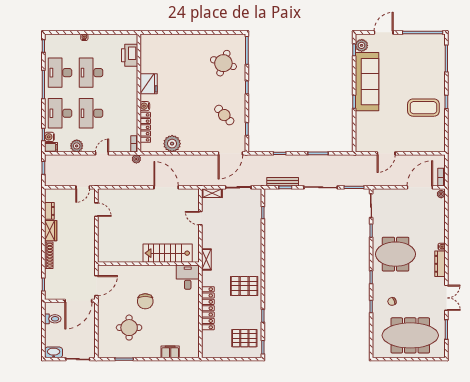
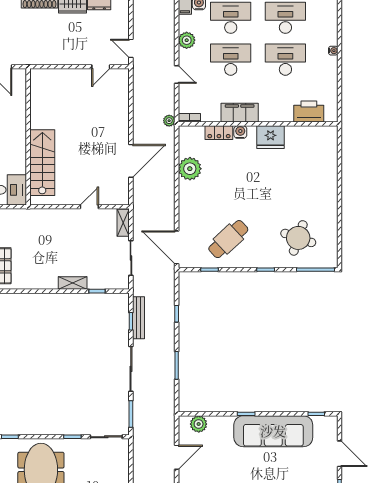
plant: (362, 45) -> (199, 424), moved
filing cabinet: (130, 107) -> (240, 113), added
cafe table: (224, 115) -> (228, 239), width x1.37, depth x1.35
locker: (145, 127) -> (219, 133), width x0.66
door: (386, 153) -> (177, 457), swing flipped
shelving: (206, 259) -> (73, 283), moved

